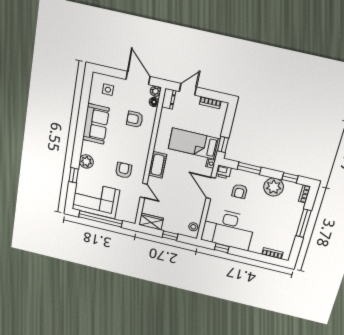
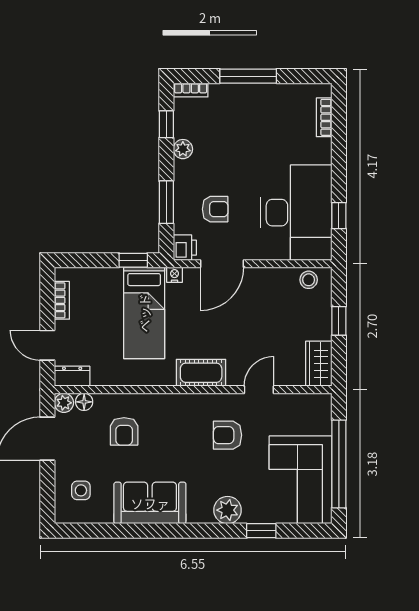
plant: (274, 187) -> (183, 149), width x0.53, depth x0.53

